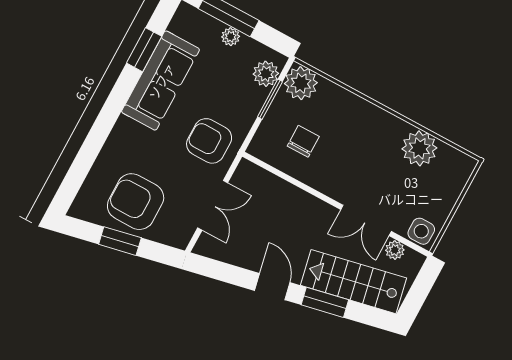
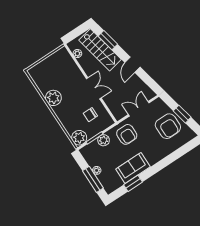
plant: (266, 74) -> (104, 140), moved
sofa: (161, 81) -> (133, 168), width x0.73
plant: (419, 148) -> (53, 98), moved
double door: (366, 220) -> (94, 88), moved
side table: (421, 231) -> (63, 55), removed
window: (325, 302) -> (108, 40), moved

